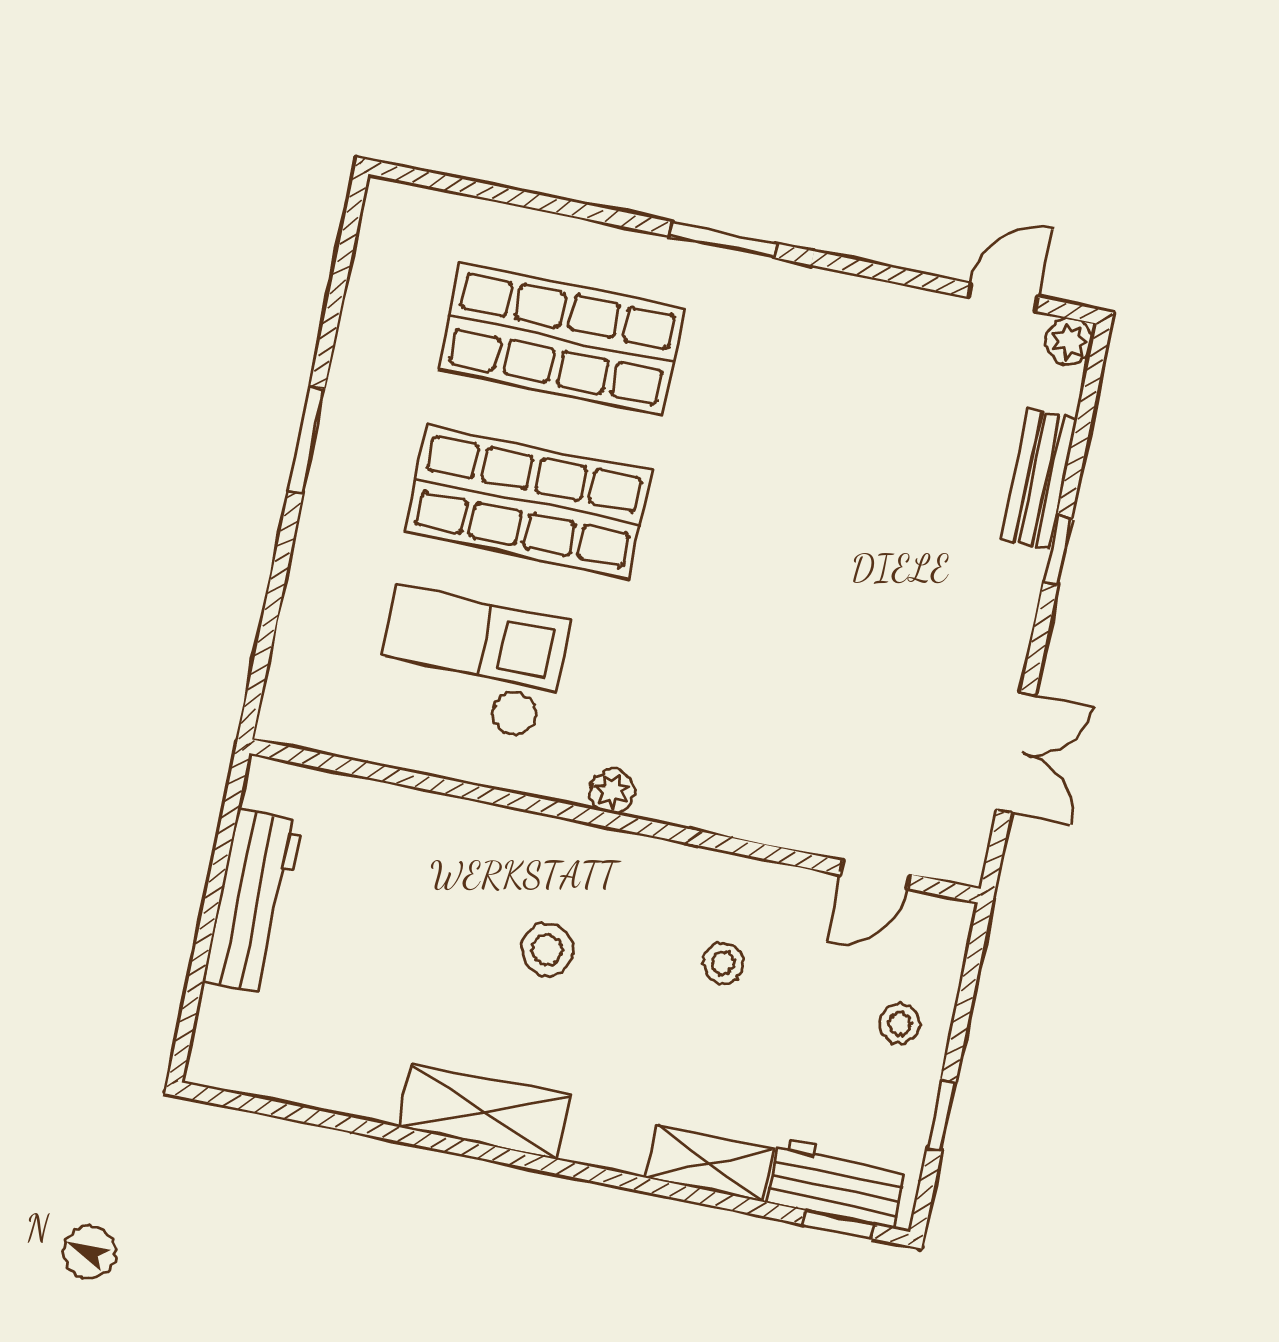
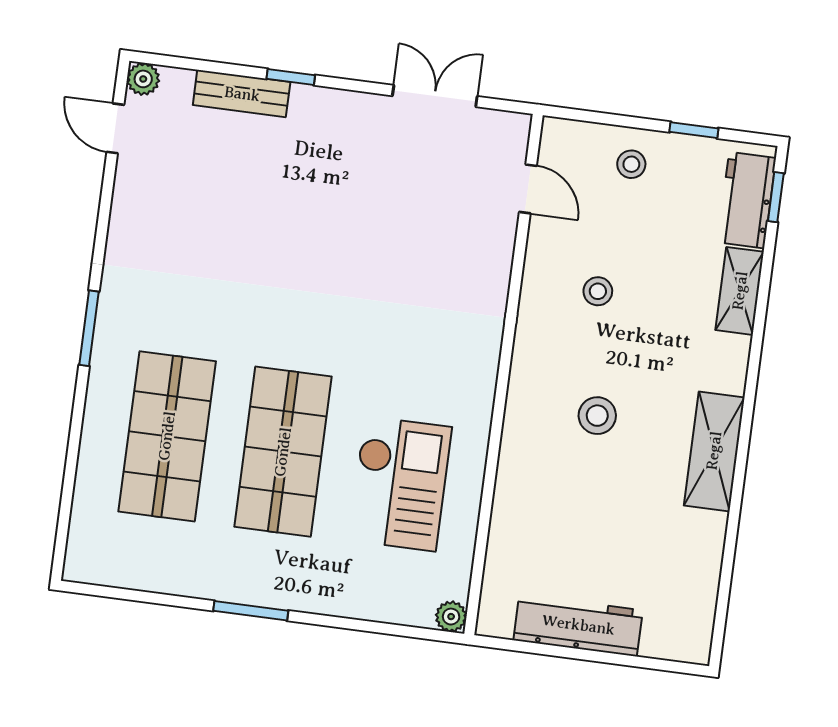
checkout: (471, 664) -> (400, 484), turned 180
plant: (612, 791) -> (451, 617), moved

